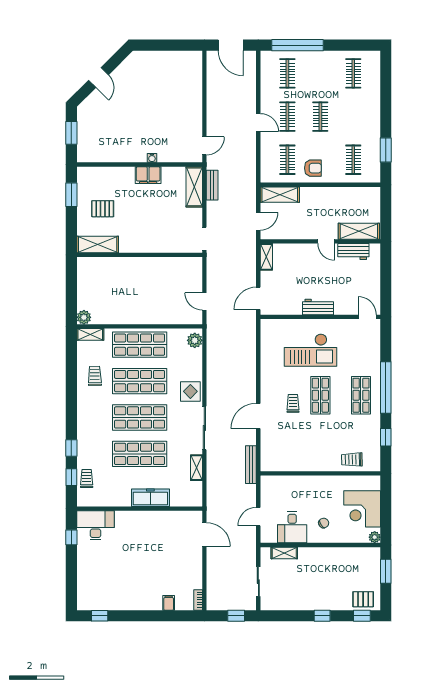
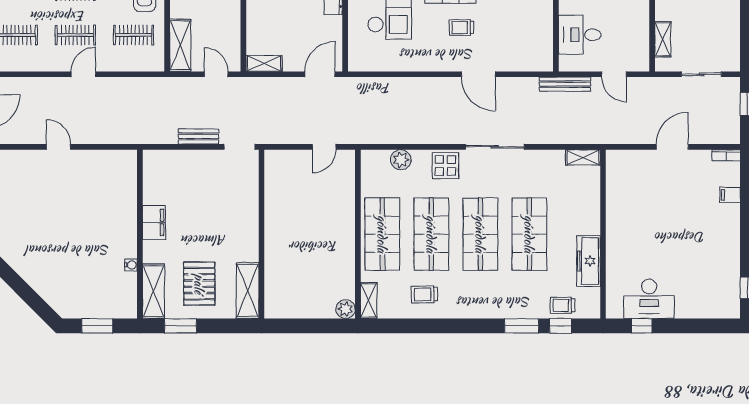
door: (98, 78) -> (23, 289), removed
door: (204, 146) -> (59, 147), moved
water cooler: (152, 158) -> (131, 265), moved
bench: (212, 185) -> (198, 136), moved
shelving: (194, 187) -> (153, 291), moved, turned 90
pallet: (103, 209) -> (199, 284), width x1.50, depth x1.42
door: (258, 298) -> (320, 74), swing flipped
plant: (195, 340) -> (401, 160), moved
window: (71, 448) -> (522, 326), width x1.50
bench: (251, 465) -> (565, 84), moved
shelving: (196, 468) -> (583, 157), moved
freezer: (150, 498) -> (588, 261), moved
desk: (95, 525) -> (649, 299), moved, turned -90
desk: (292, 527) -> (580, 35), moved, turned 180
door: (204, 535) -> (672, 147), moved

